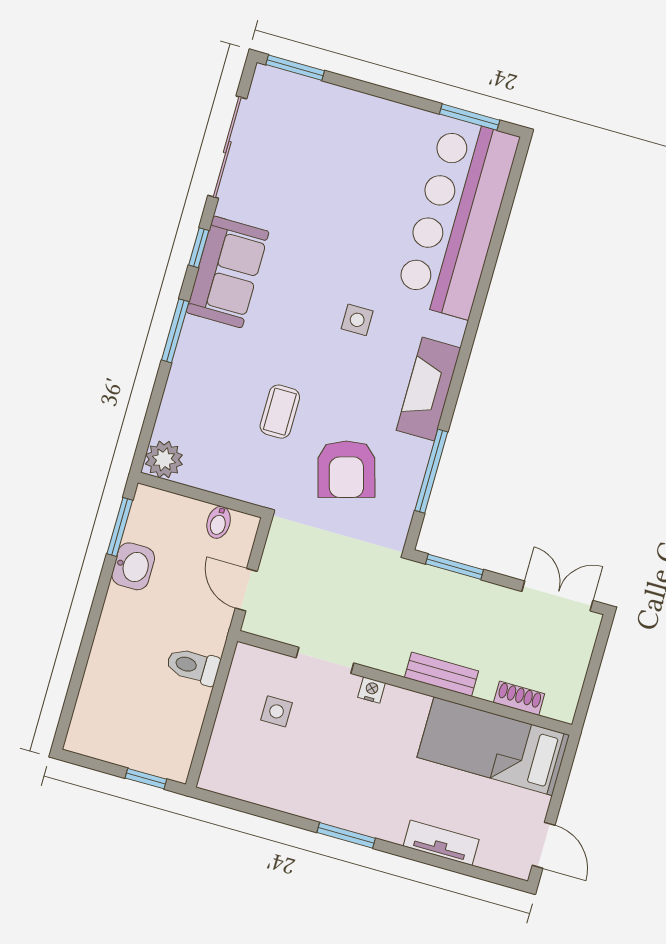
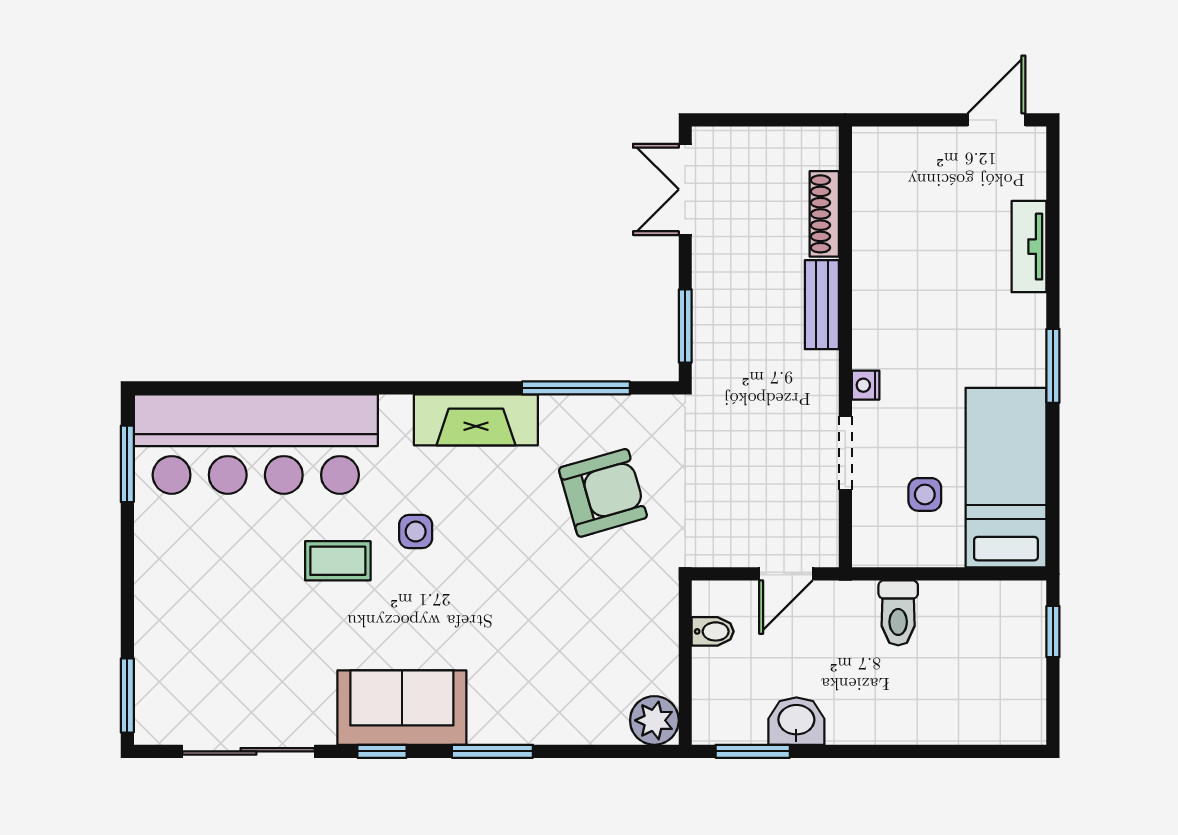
coffee table: (280, 412) -> (338, 561), moved
shoe rack: (519, 698) -> (824, 214), width x1.43
bed: (493, 746) -> (1006, 478), moved, turned 180

